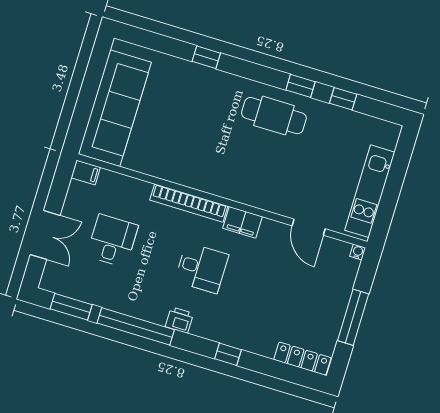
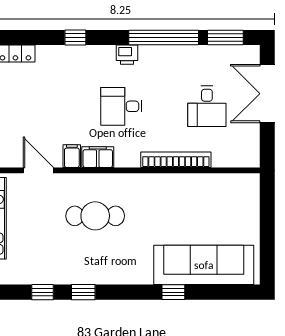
sofa: (115, 108) -> (204, 265), moved, turned 90
cafe table: (274, 116) -> (95, 216), moved
filing cabinet: (86, 173) -> (72, 156), moved, turned 90
bookcase: (189, 203) -> (176, 160), moved
double door: (45, 235) -> (267, 94), width x1.37

